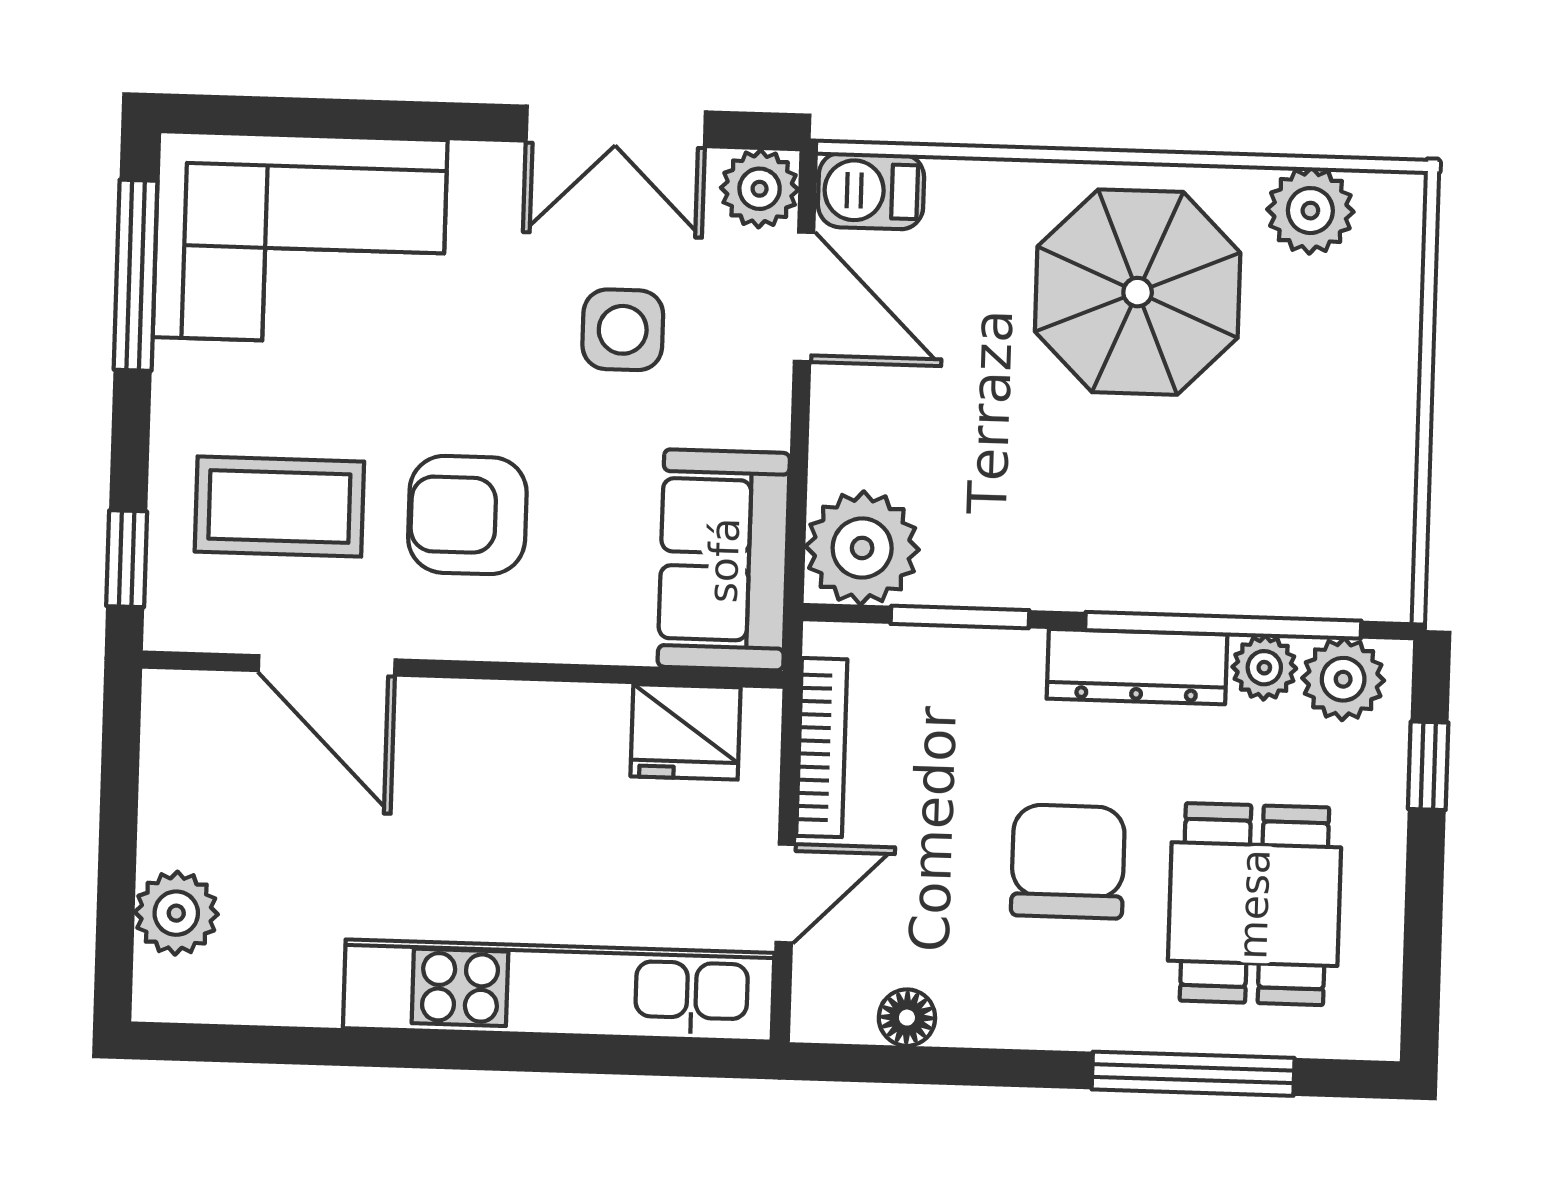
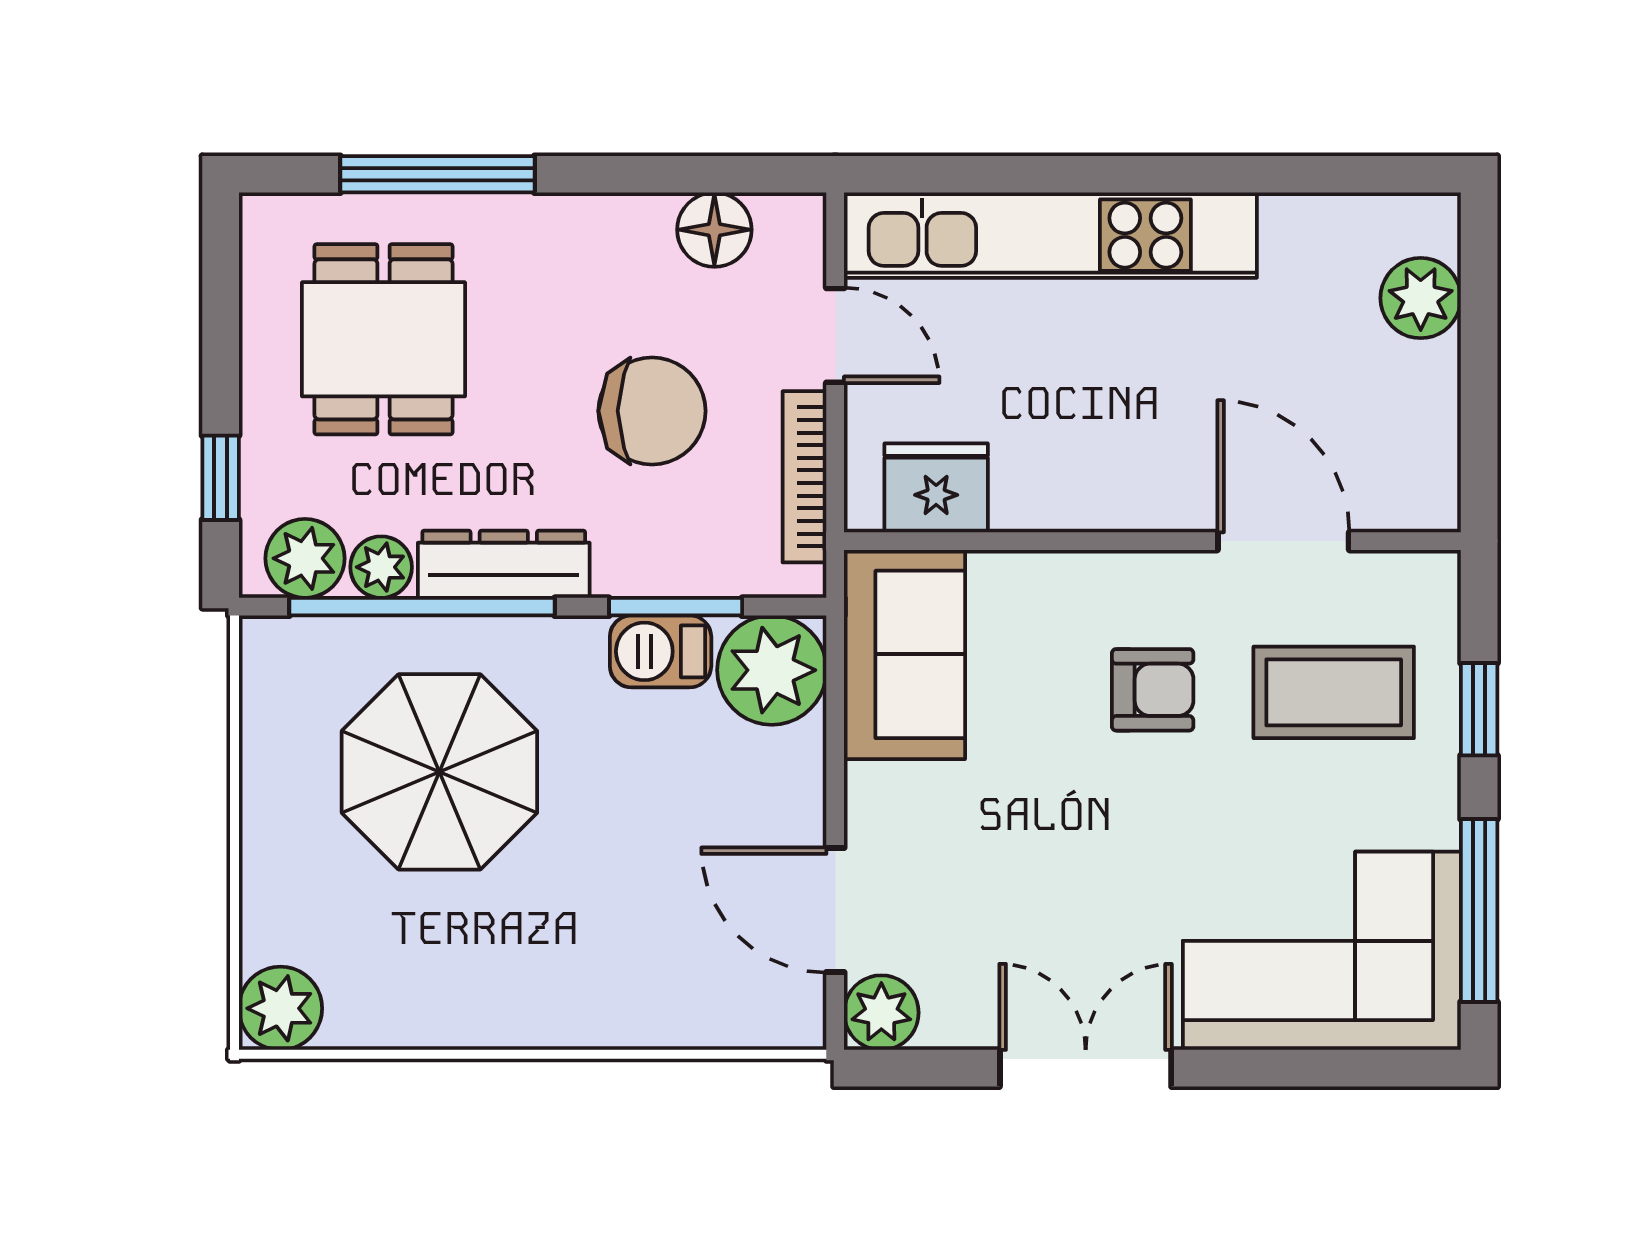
double door: (616, 126) -> (1086, 1068), moved
barbecue: (871, 191) -> (661, 651), moved, turned 180
plant: (1310, 211) -> (280, 1008), moved
parasol: (1138, 292) -> (439, 772), moved
side table: (623, 330) -> (1009, 873), removed
armchair: (467, 515) -> (1153, 690), width x0.72, depth x0.72
window: (127, 559) -> (1479, 709), moved
chair: (1068, 861) -> (652, 411), moved, turned -90
door: (785, 893) -> (835, 335), swing flipped
floor lamp: (907, 1018) -> (714, 230), width x1.37, depth x1.37

